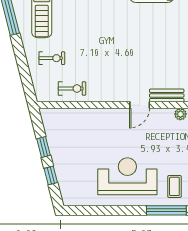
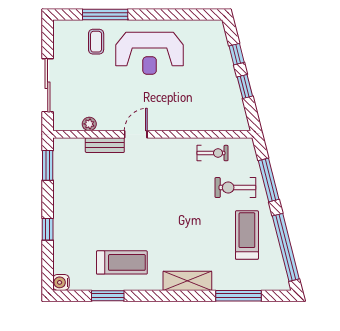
exercise bike: (52, 58) -> (235, 188), width x1.38, depth x1.39
window: (23, 65) -> (269, 180), added
exercise bike: (72, 89) -> (212, 153), turned 180

